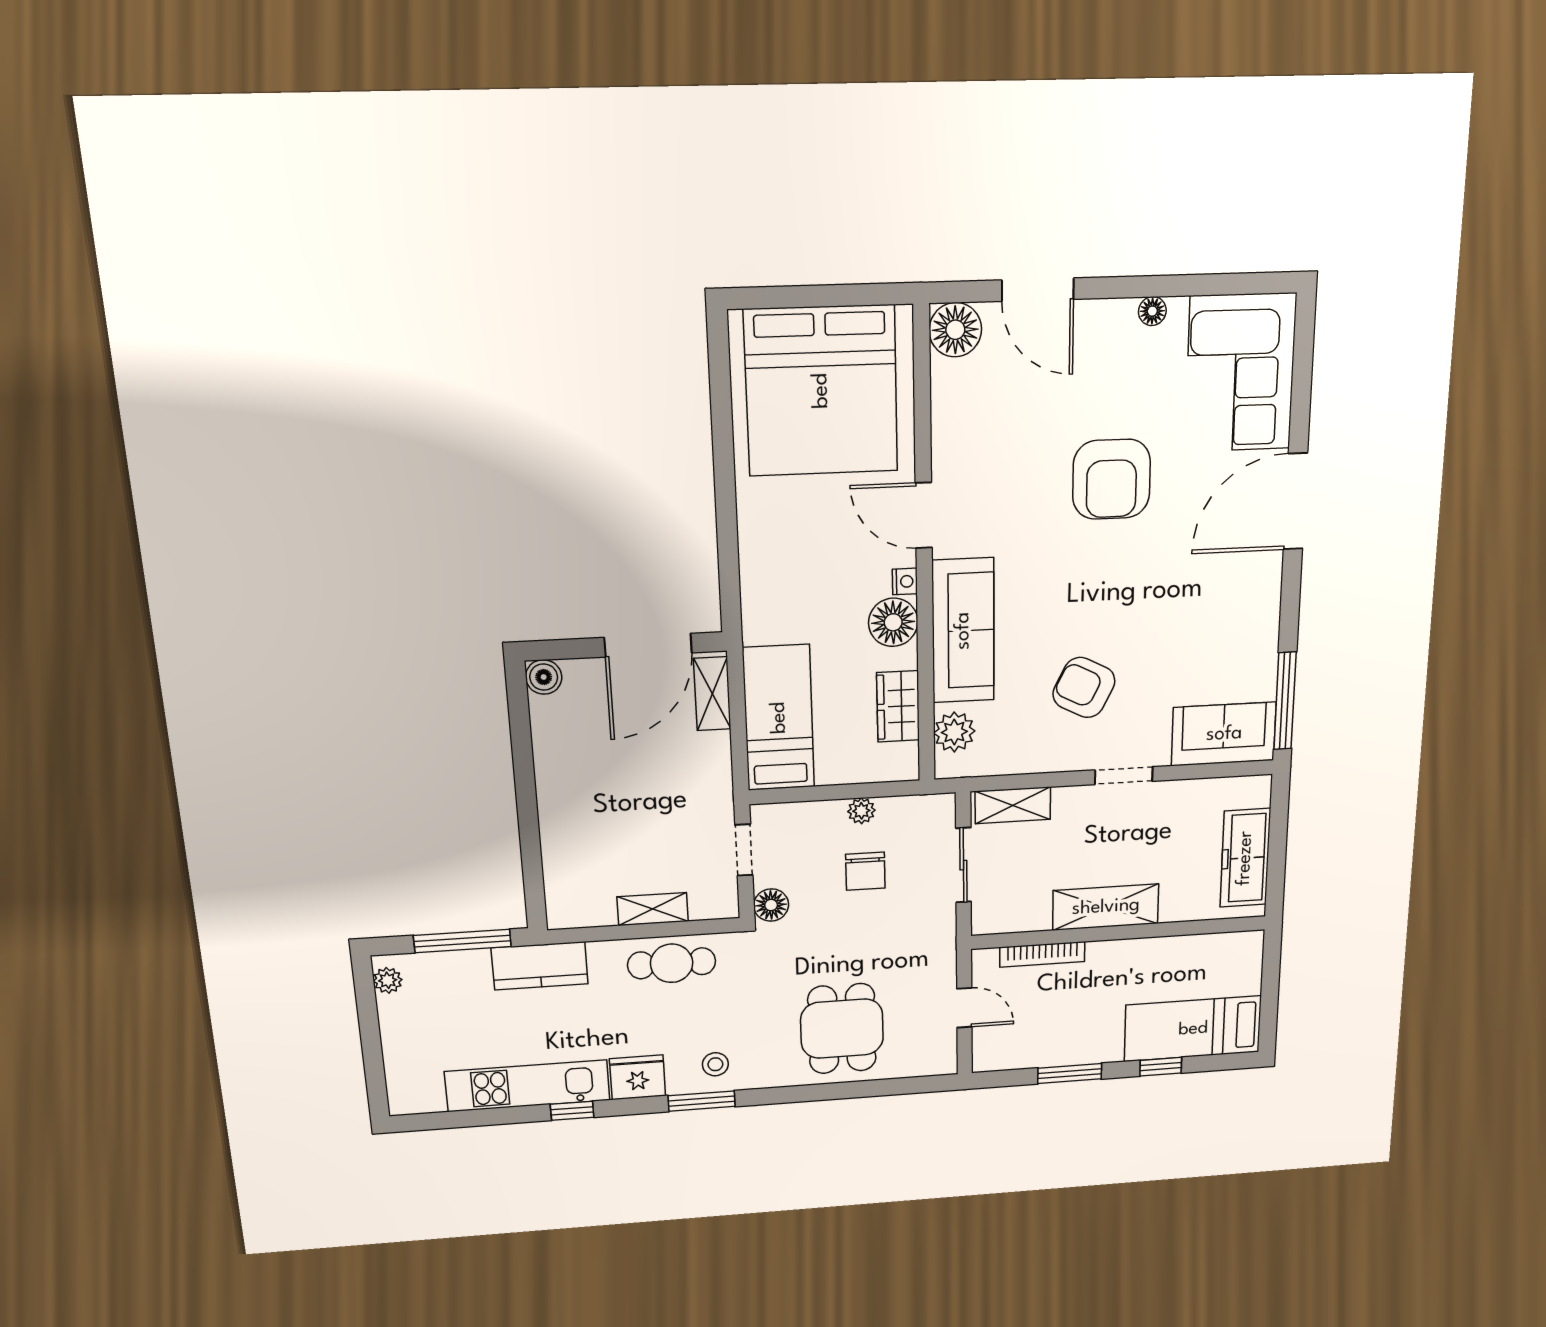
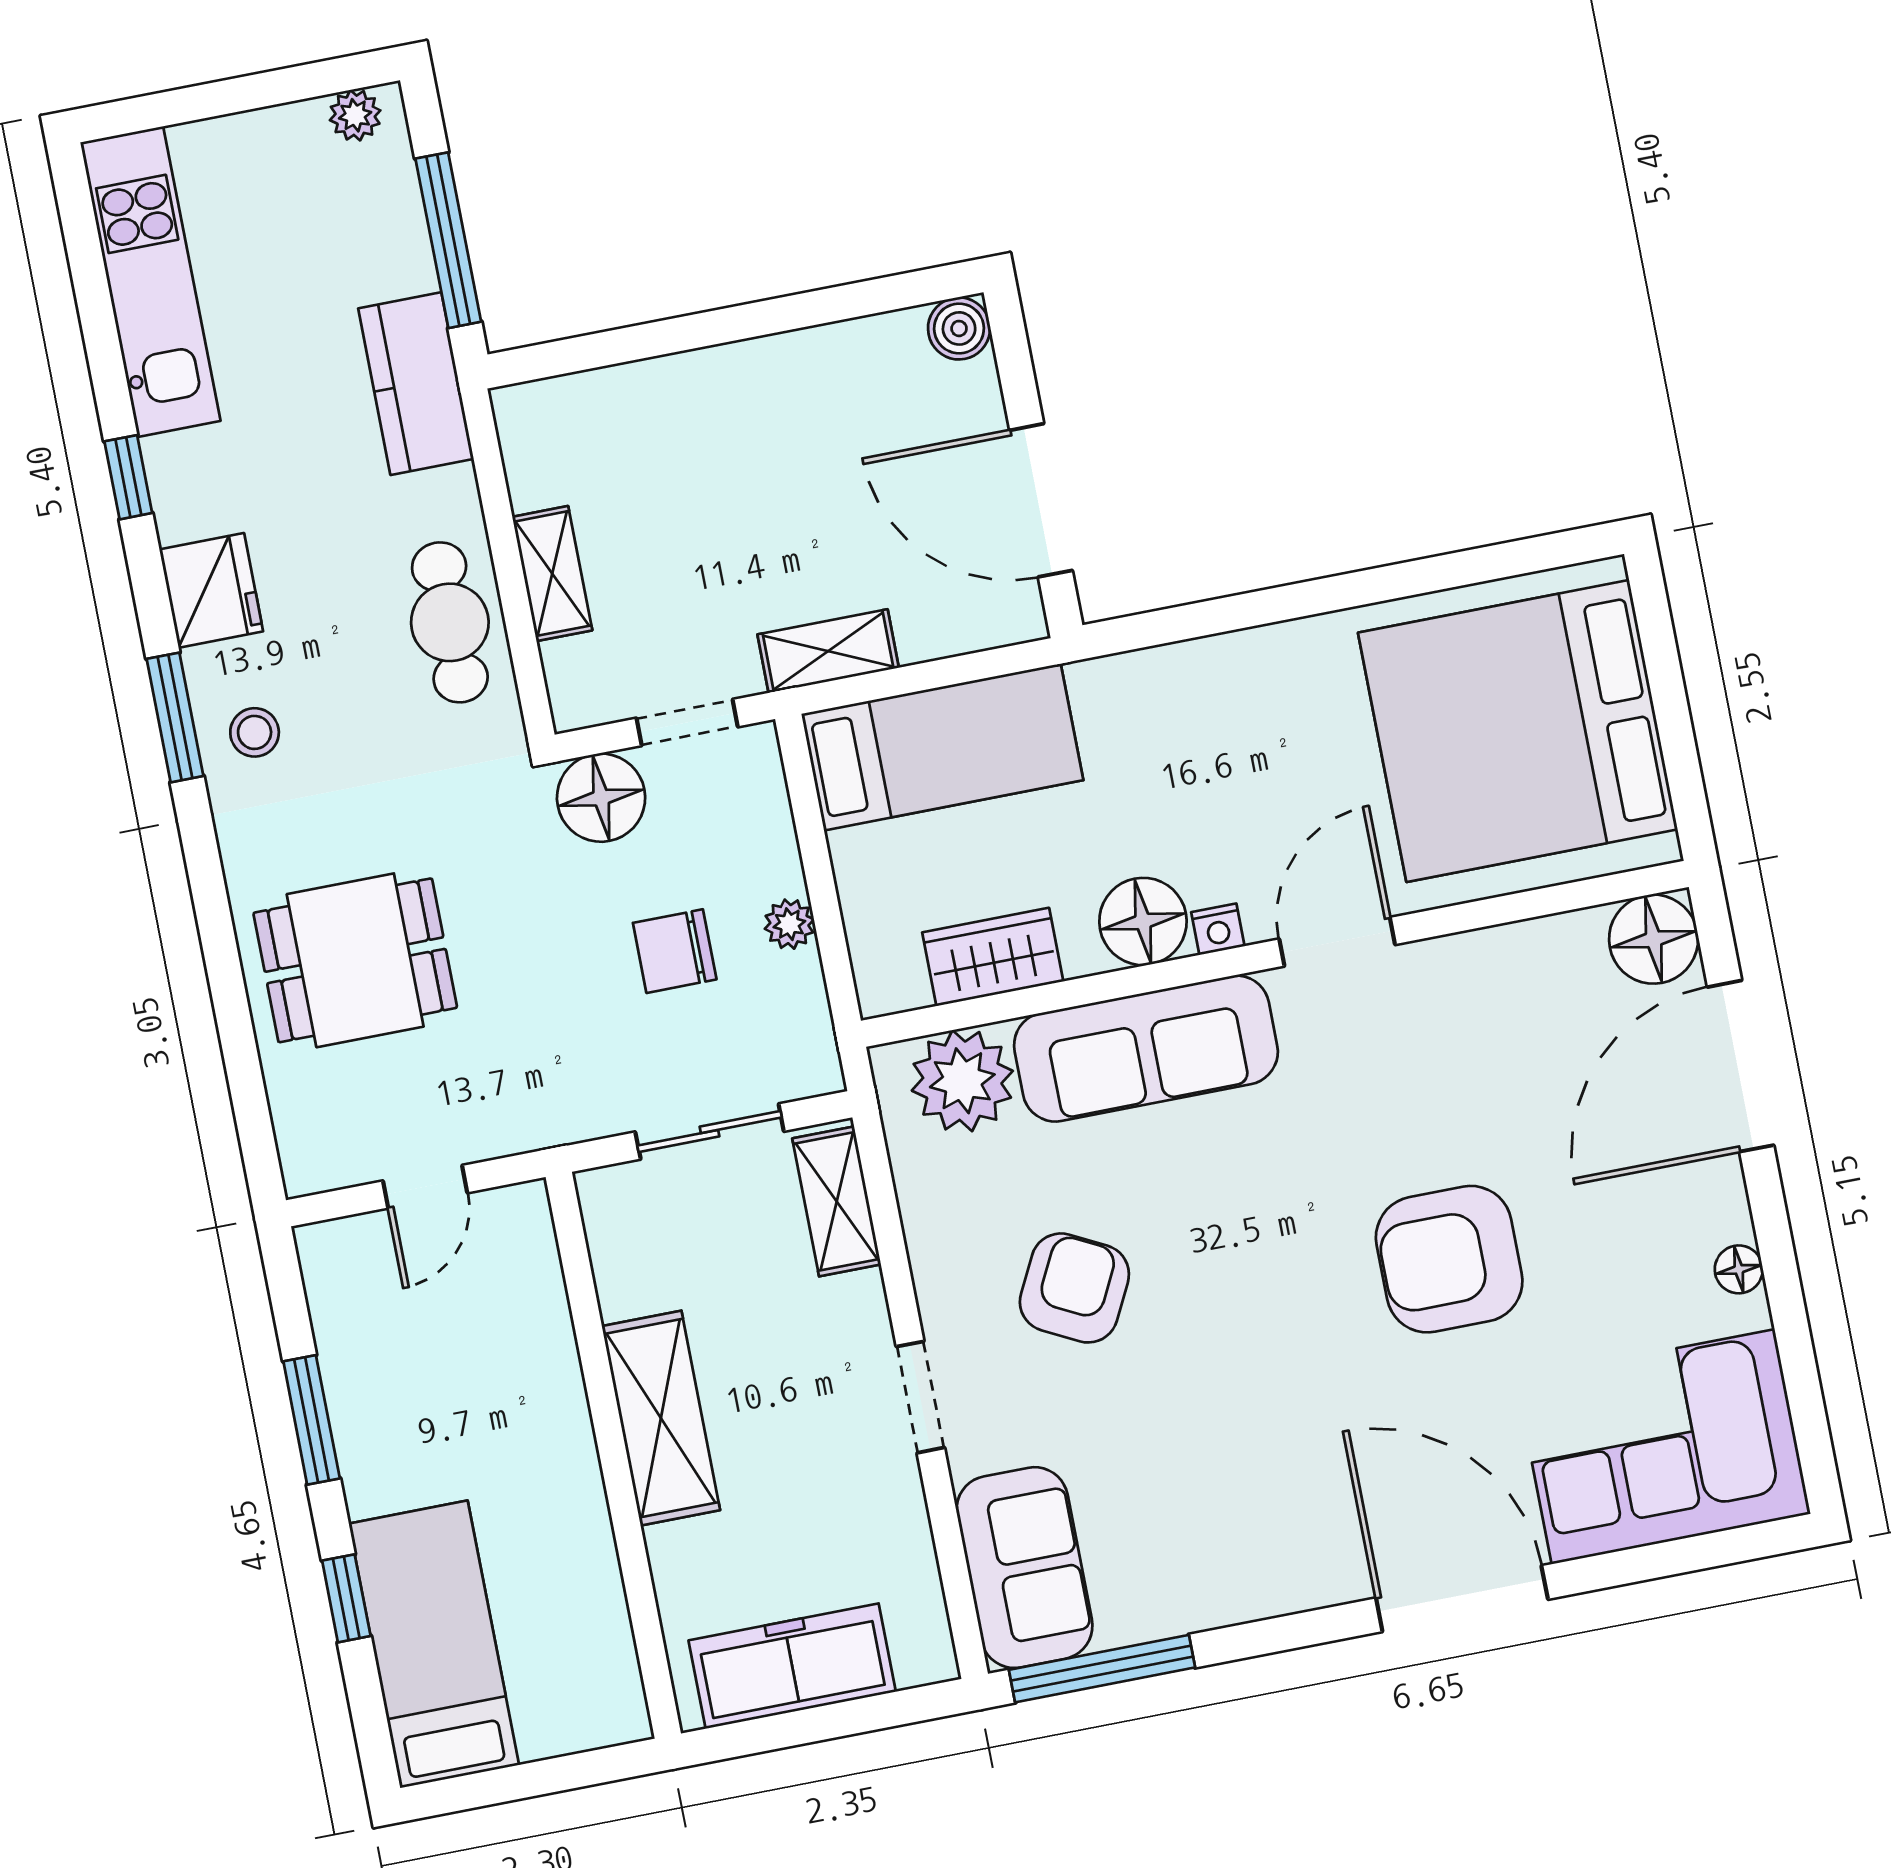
door: (1038, 290) -> (1741, 1066), width x1.36
shelving: (712, 694) -> (828, 651), moved
plant: (954, 732) -> (962, 1081), width x1.36, depth x1.36
floor lamp: (771, 905) -> (601, 798), width x1.38, depth x1.38
bookcase: (1042, 954) -> (551, 1316), removed
kitchen unit: (528, 1086) -> (150, 282), moved

